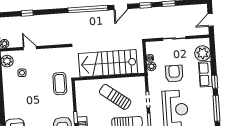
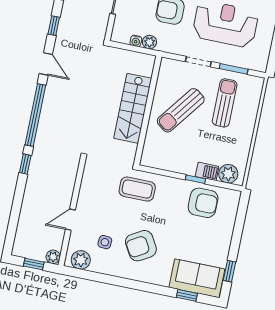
window: (27, 13) -> (25, 164), moved
stairs: (108, 63) -> (133, 108), width x0.73, depth x0.66
armchair: (26, 95) -> (141, 246), added

